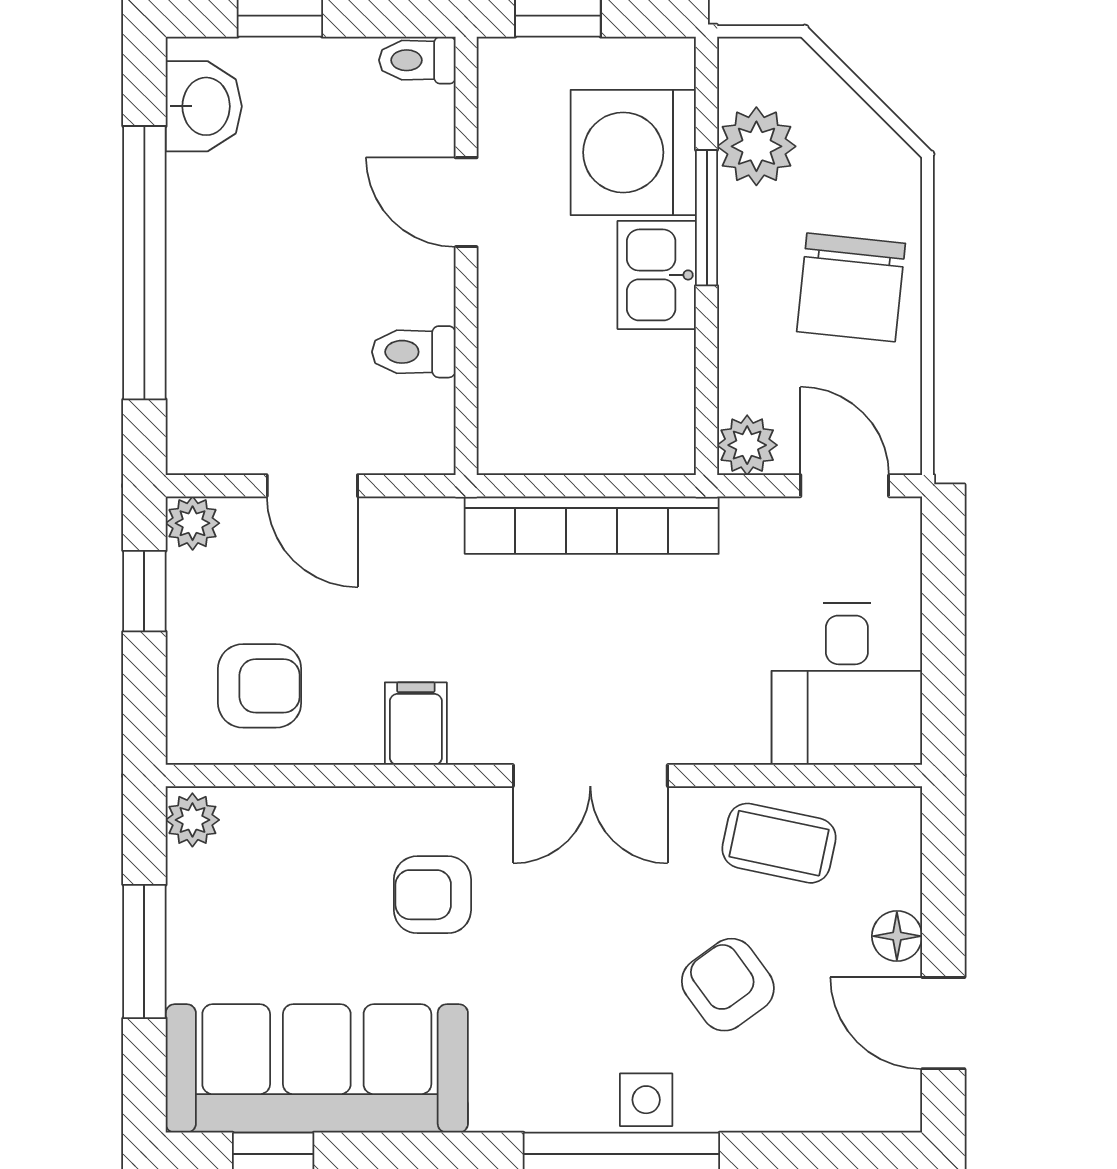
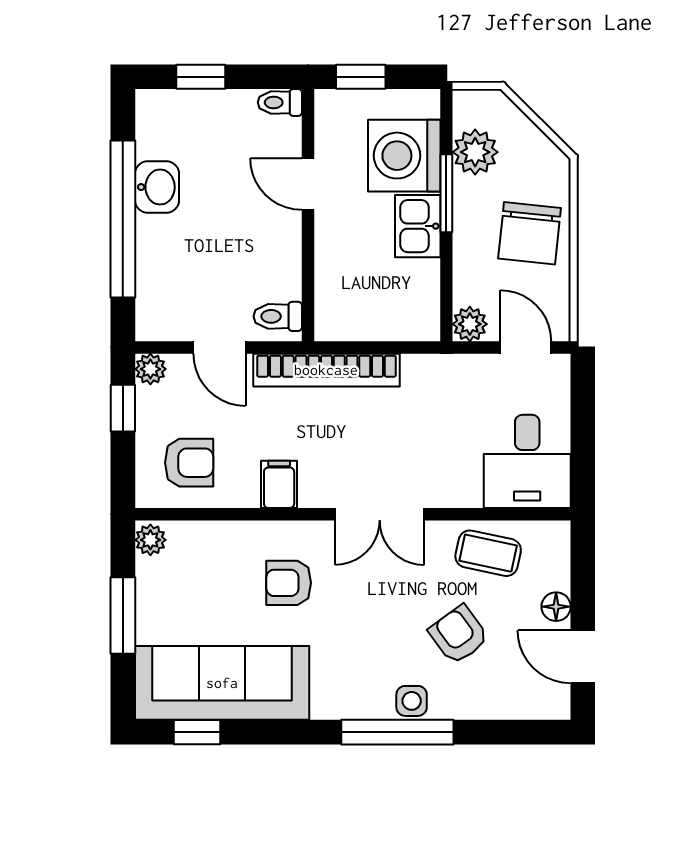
washbasin: (204, 106) -> (157, 187), moved
toilet: (414, 352) -> (278, 316), moved
bookcase: (592, 525) -> (326, 370), moved

